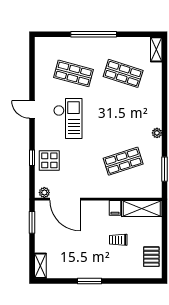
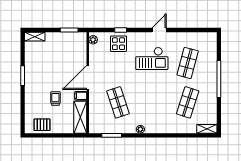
door: (65, 199) -> (88, 77), moved

